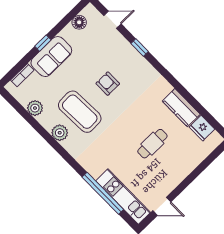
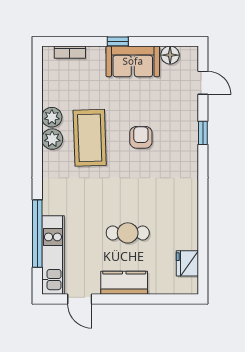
sofa: (51, 57) -> (133, 61), moved
plant: (35, 108) -> (52, 117), moved
kitchen counter: (181, 108) -> (124, 283), moved, turned 90

